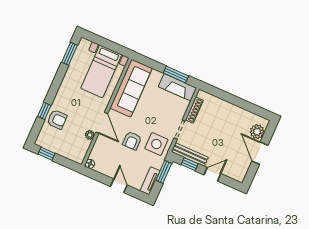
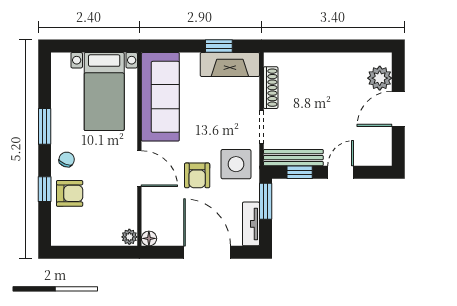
window: (70, 54) -> (45, 126), moved
window: (176, 74) -> (219, 46), width x0.67
chair: (64, 100) -> (67, 159), added
plant: (90, 135) -> (129, 237), moved
door: (260, 153) -> (398, 109), hinge flipped
window: (47, 154) -> (77, 252), removed
door: (119, 186) -> (207, 252), width x1.88

